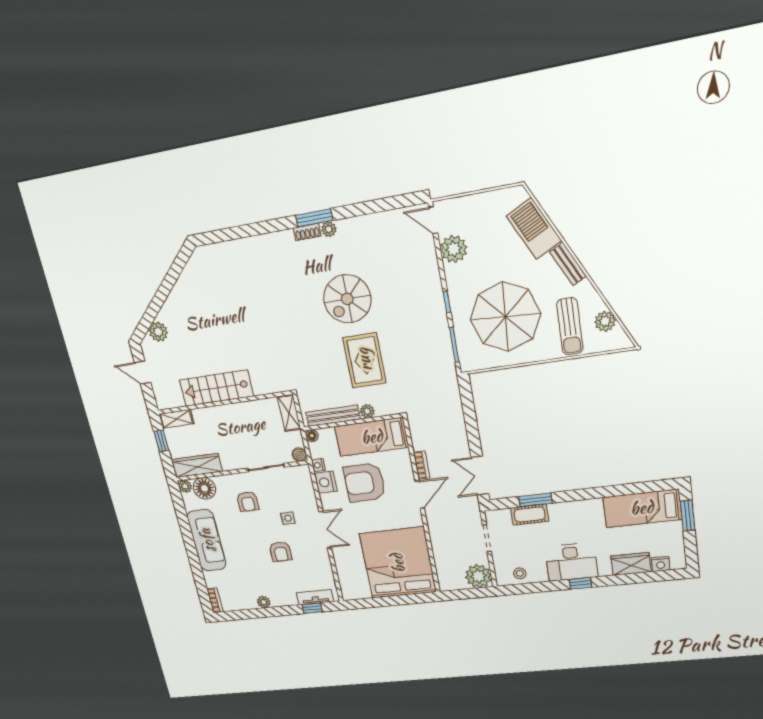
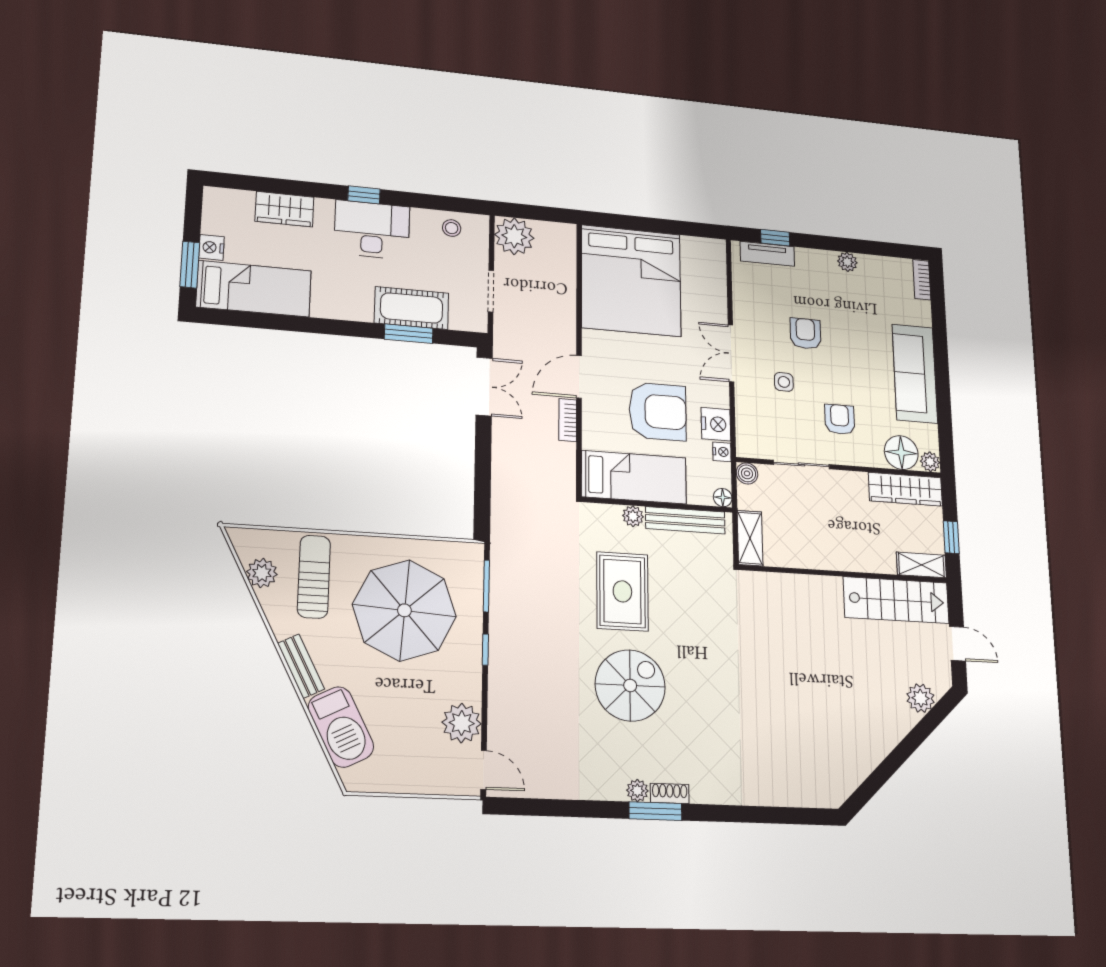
stairs: (216, 388) -> (896, 600), moved
cot: (530, 515) -> (412, 308), width x1.37, depth x1.34
nightstand: (661, 564) -> (211, 247), moved, turned -90

